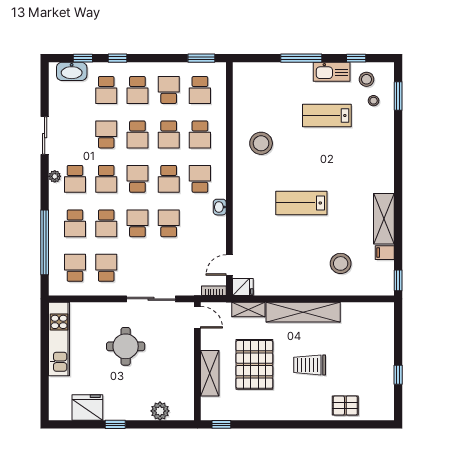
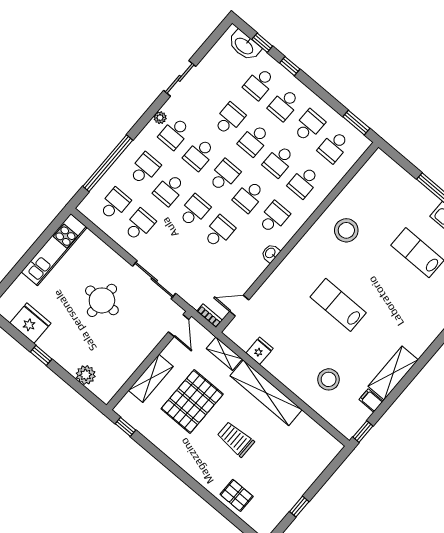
school desk: (75, 223) -> (145, 169), turned 180
fridge: (243, 287) -> (260, 351), moved, turned -90

